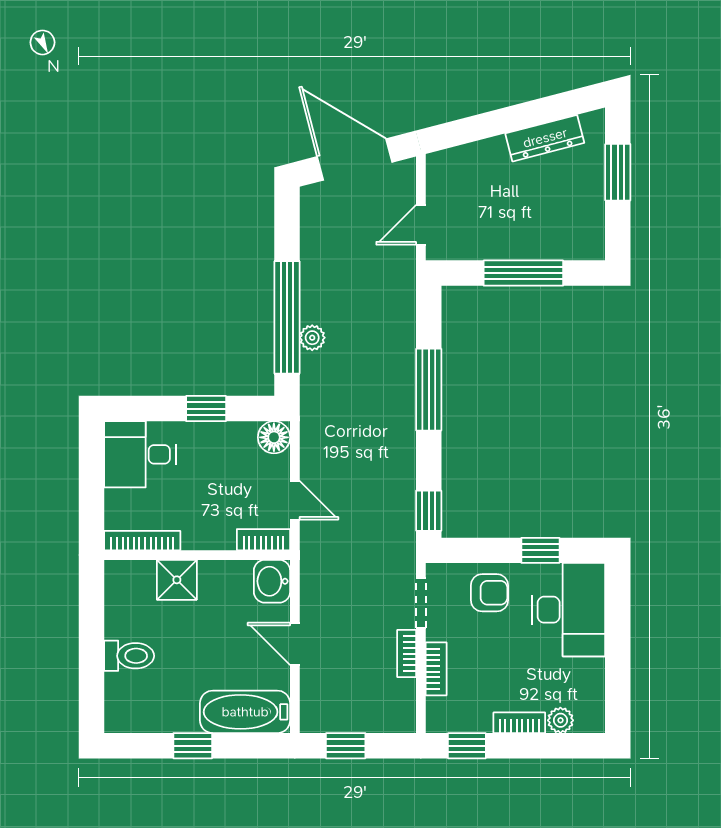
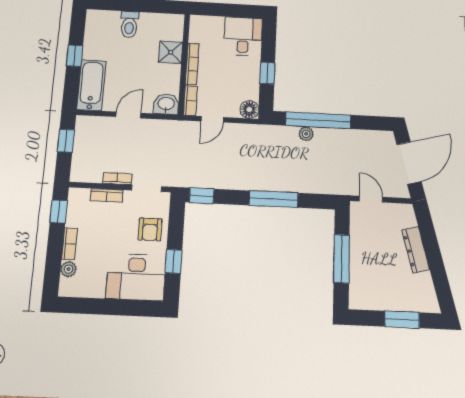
dresser: (545, 138) -> (416, 250), moved
bookcase: (142, 541) -> (192, 64), moved

